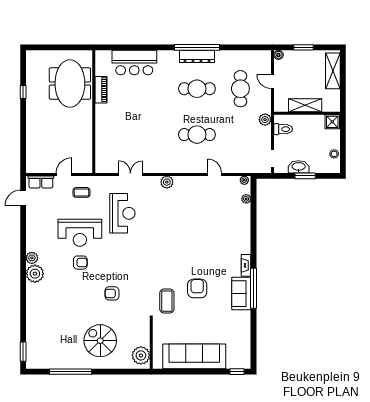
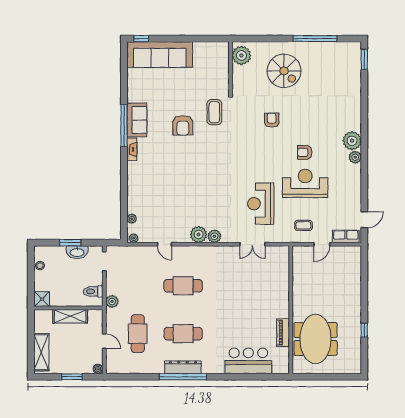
plant: (182, 184) -> (199, 234), added
armchair: (112, 293) -> (272, 120), turned -90
sofa: (194, 356) -> (160, 54), moved

